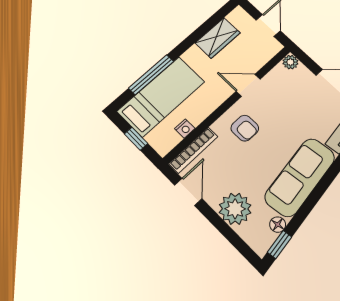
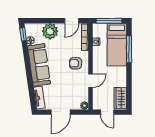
wardrobe: (218, 38) -> (120, 98), moved
window: (136, 139) -> (109, 21), width x2.17
door: (188, 192) -> (72, 21), hinge flipped

